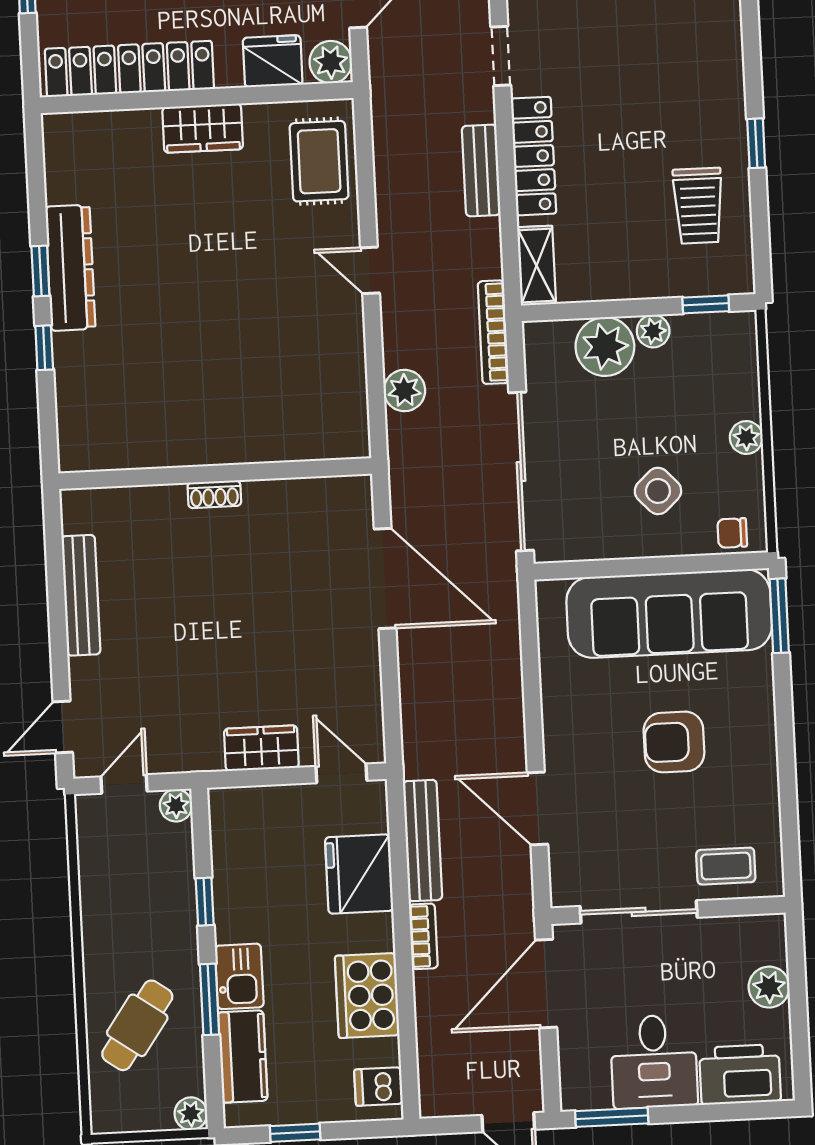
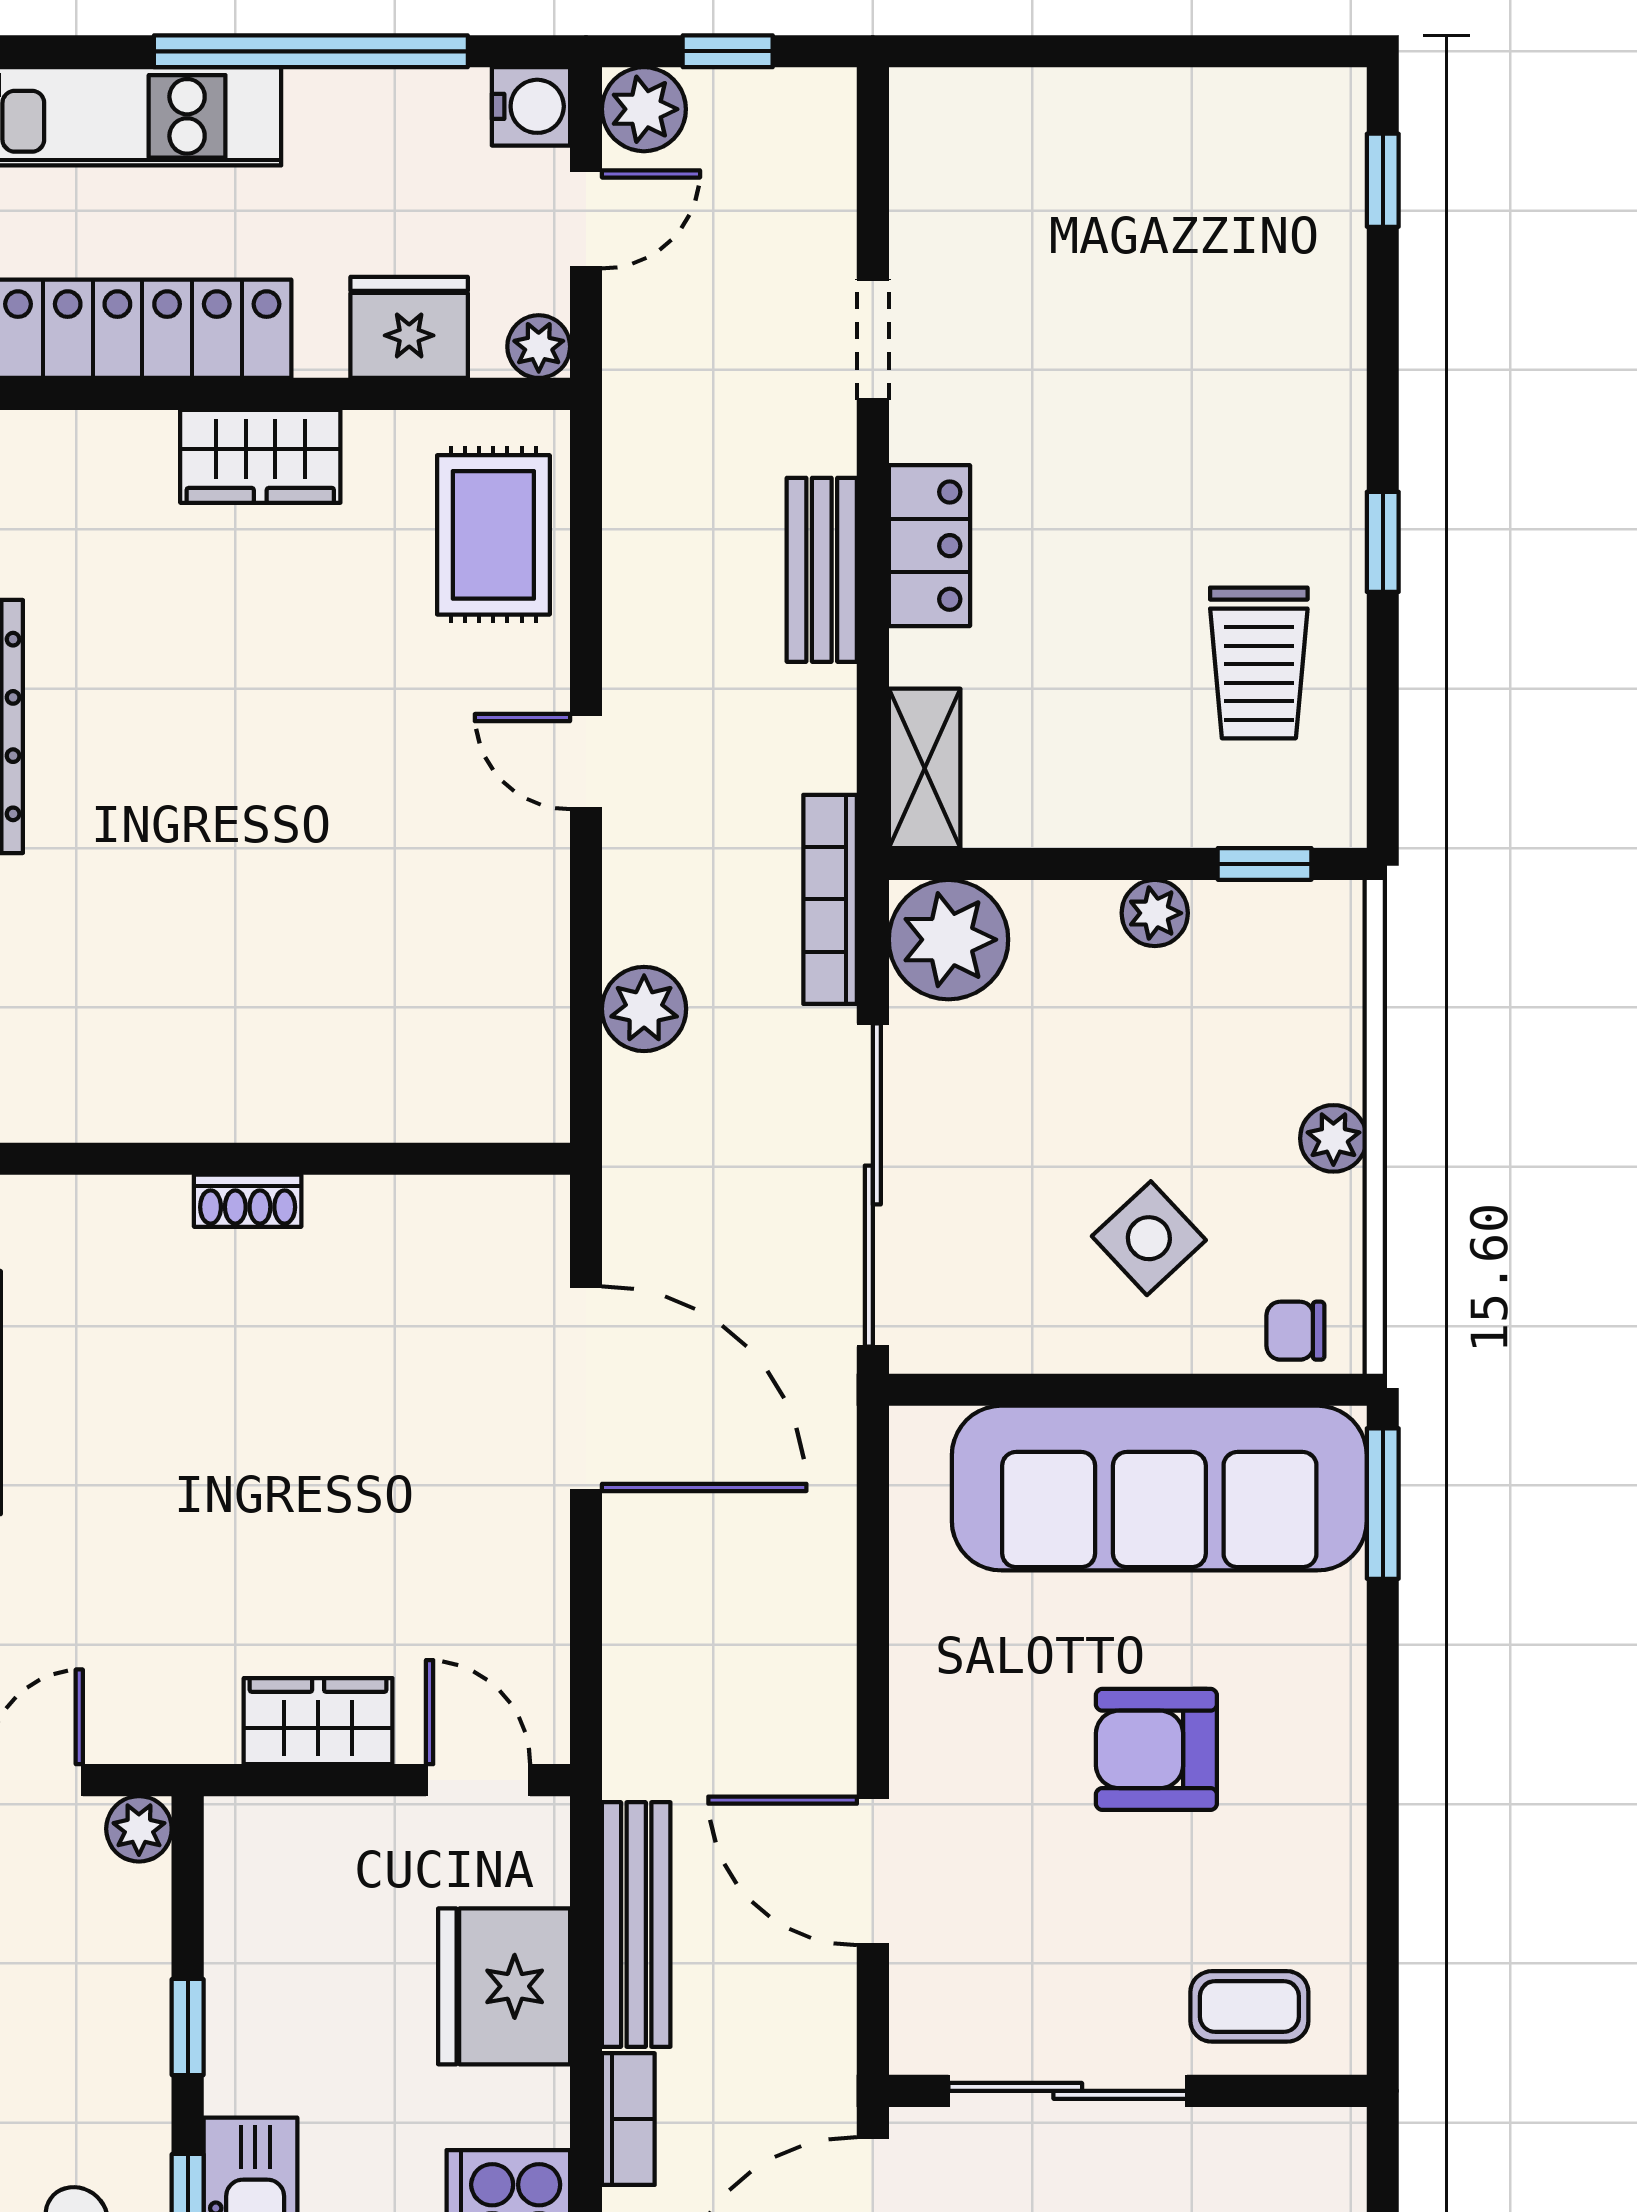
plant: (331, 62) -> (539, 347), width x0.73, depth x0.73
locker: (534, 156) -> (929, 546), width x0.66
plant: (605, 347) -> (948, 940), moved

